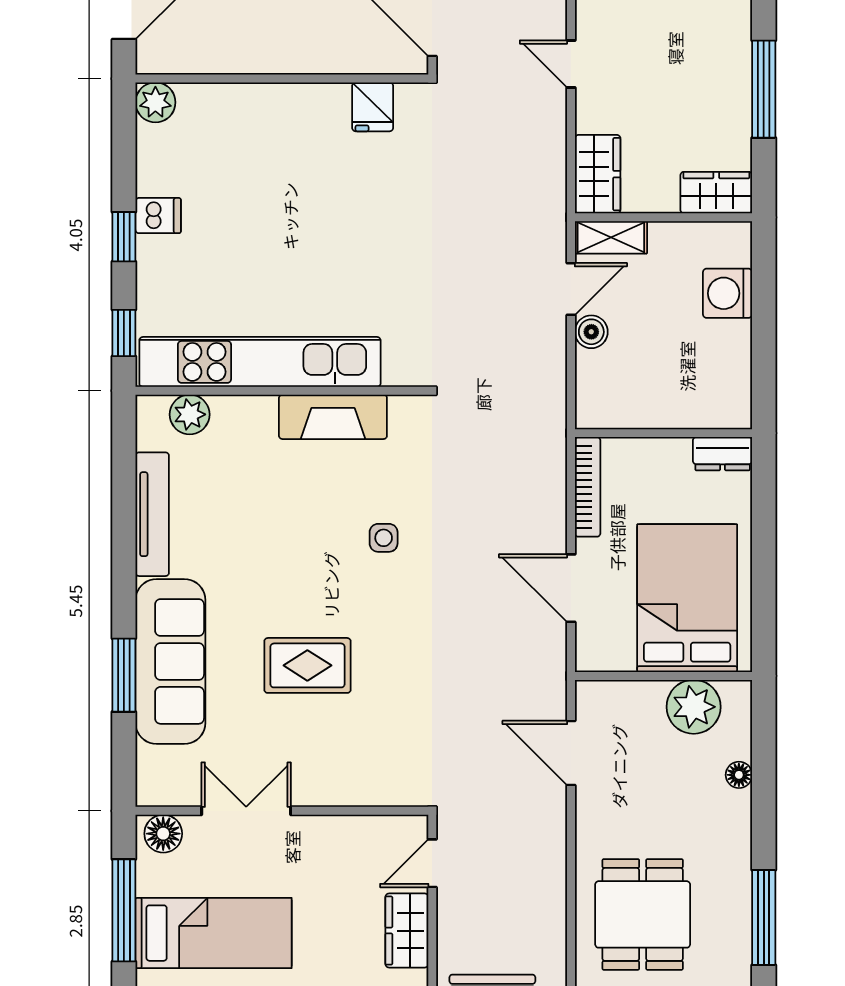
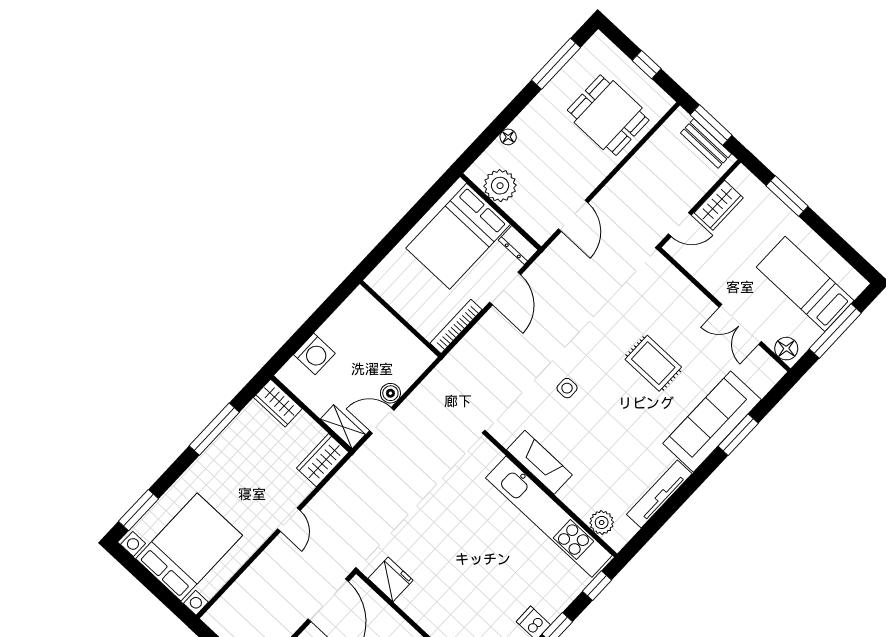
fridge: (373, 107) -> (391, 579), width x1.38
dresser: (723, 454) -> (518, 245), moved, turned 180
dining table: (643, 914) -> (608, 115), turned 90

